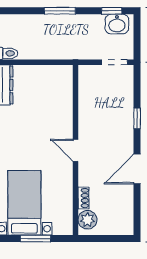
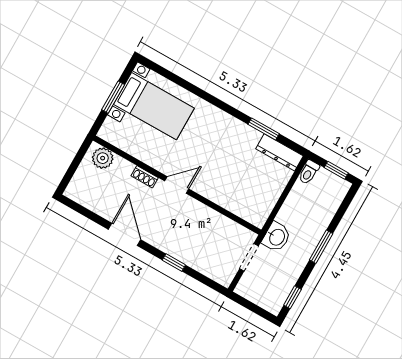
washbasin: (117, 24) -> (276, 237), moved, turned 180
doorway: (114, 62) -> (249, 257), moved
shoe rack: (83, 198) -> (145, 177), moved

